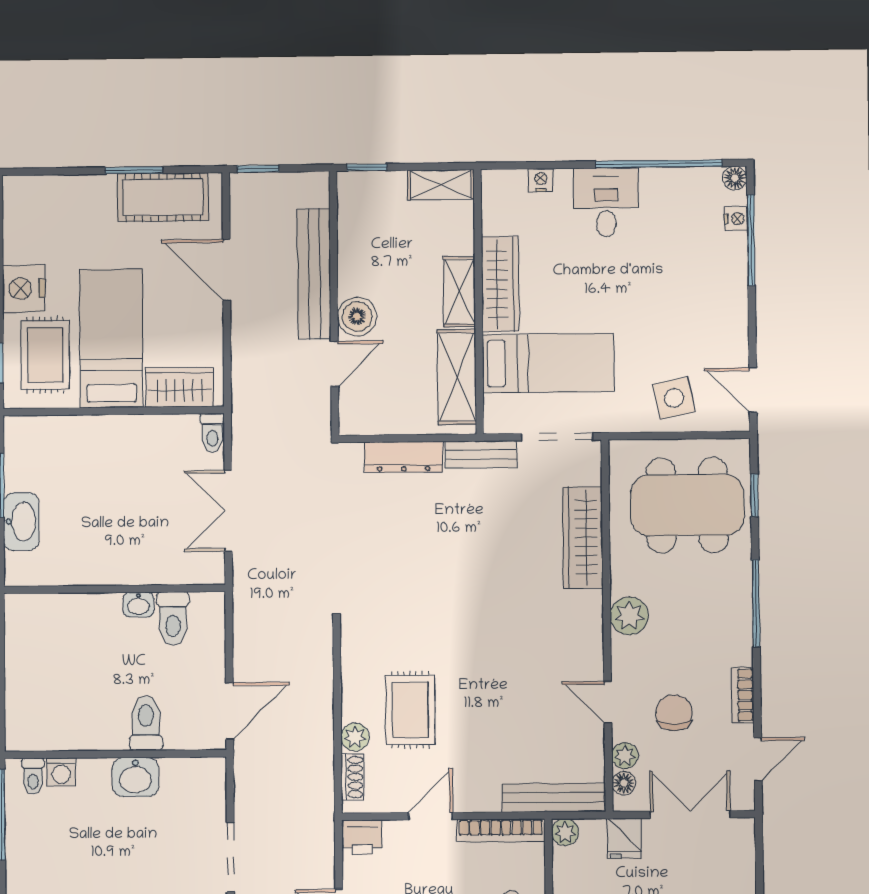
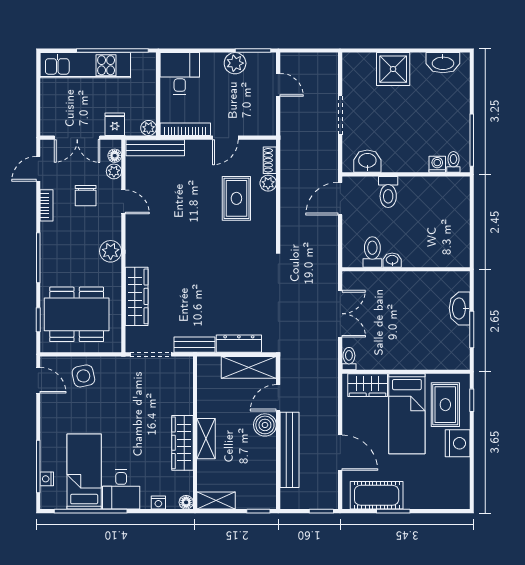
floor lamp: (735, 178) -> (186, 502), moved
bed: (548, 363) -> (84, 472), moved, turned 90
shelving: (457, 377) -> (249, 367), moved, turned 90
washbasin: (135, 777) -> (367, 161), moved
printer: (362, 837) -> (264, 126), removed

